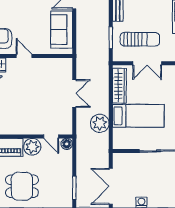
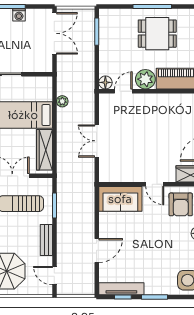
sofa: (62, 30) -> (120, 199), moved, turned 90
plant: (100, 123) -> (62, 101), width x0.53, depth x0.53
door: (51, 136) -> (123, 91), hinge flipped

